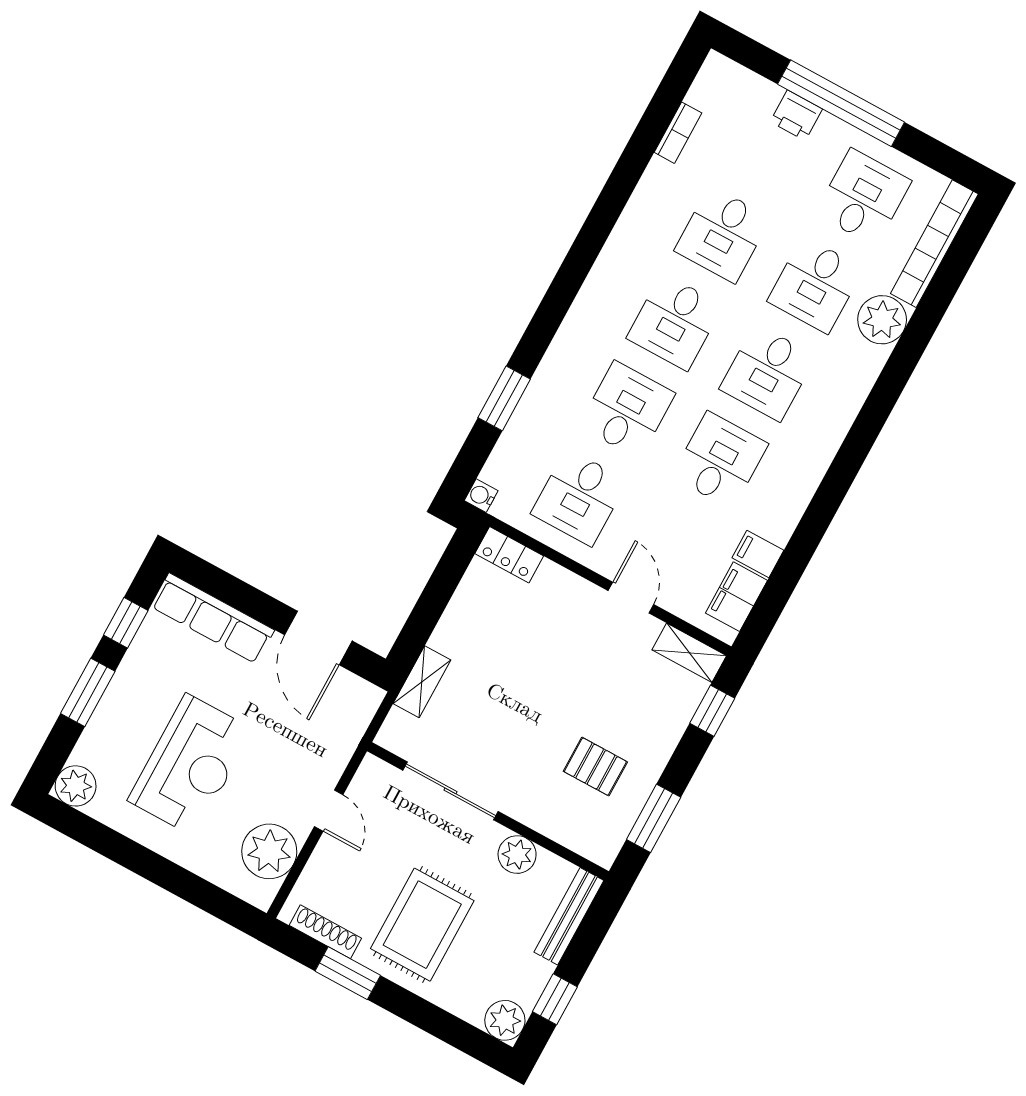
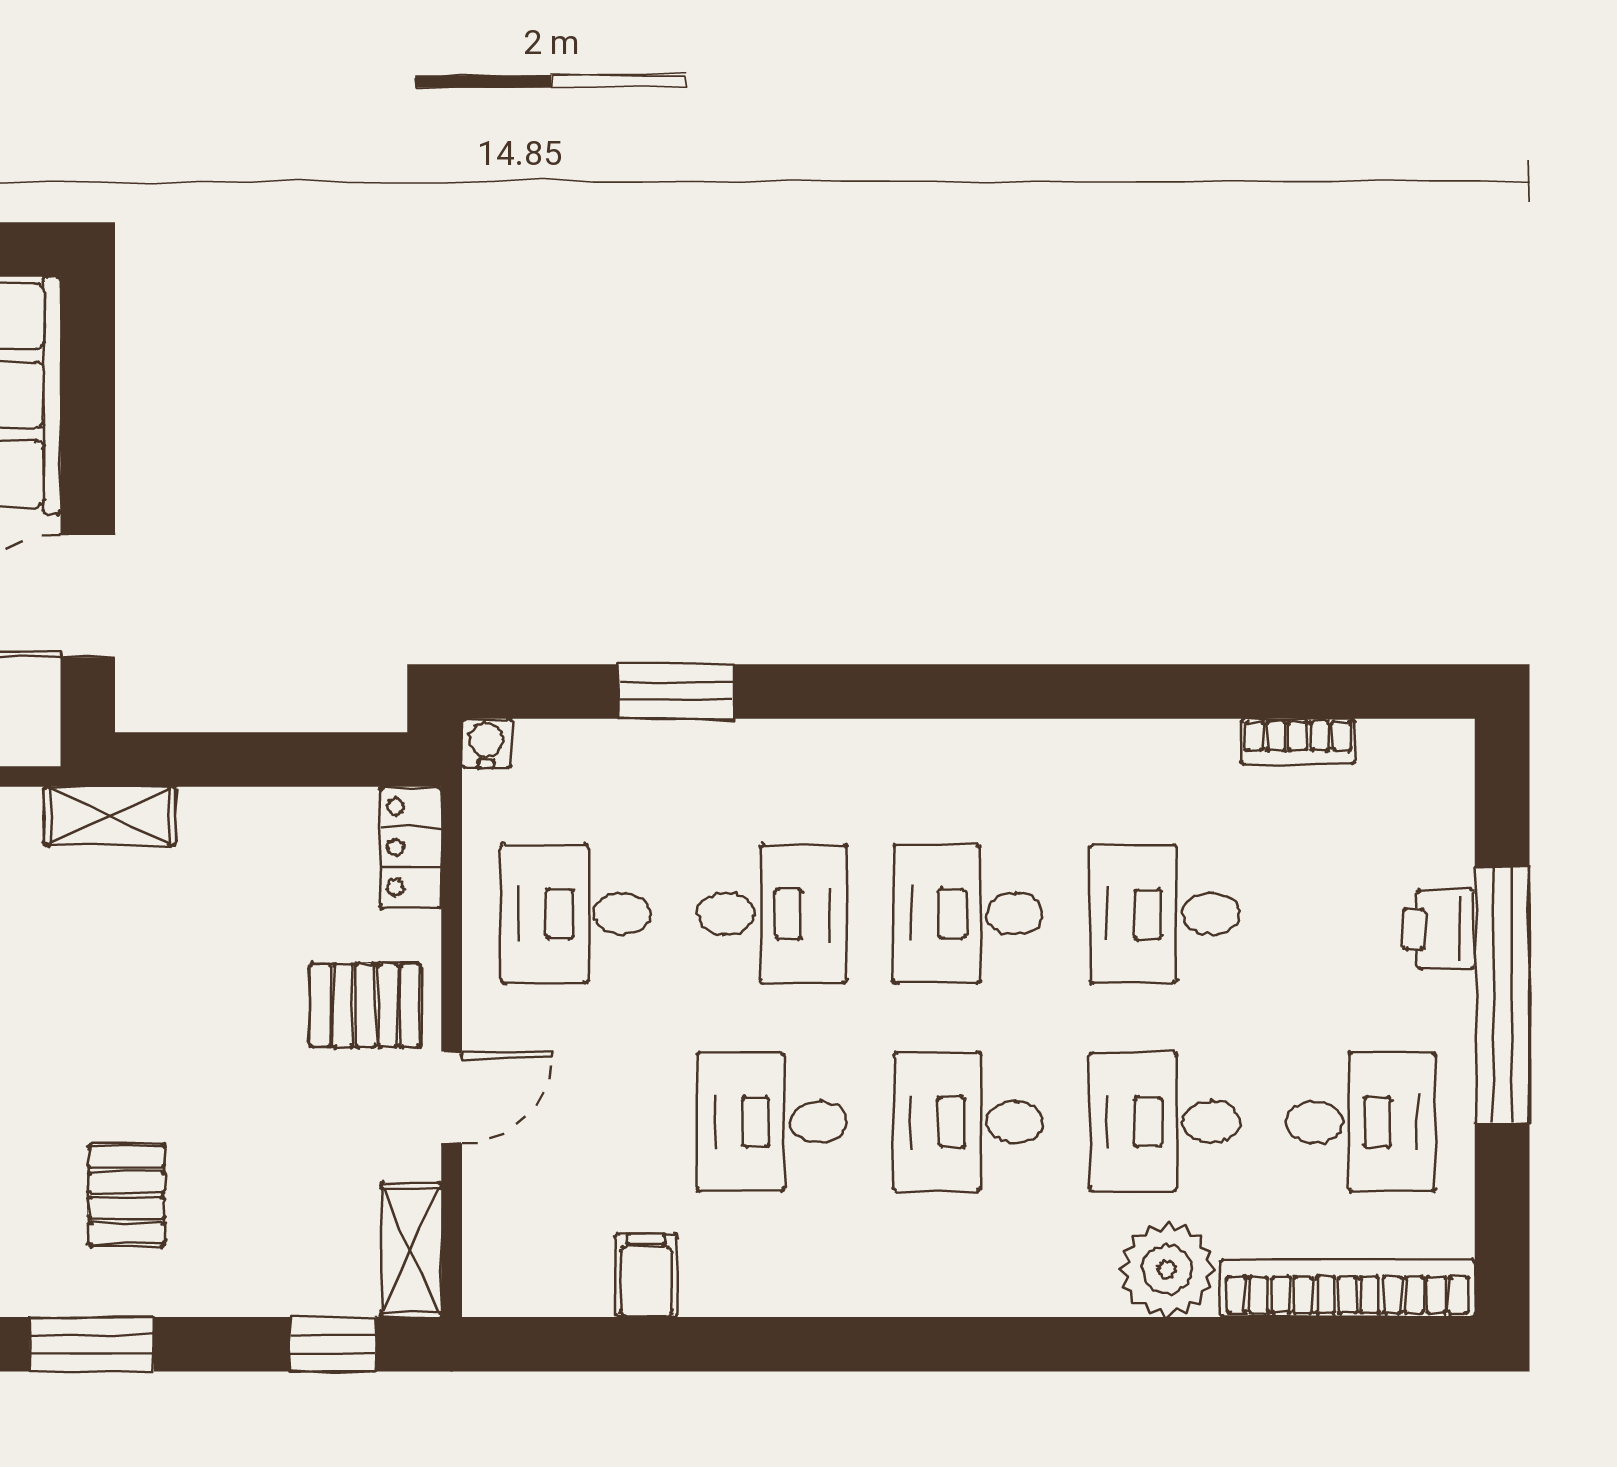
desk: (720, 460) -> (772, 1122), turned 180
filing cabinet: (736, 597) -> (552, 1279), removed
pallet: (569, 614) -> (365, 1005), added

